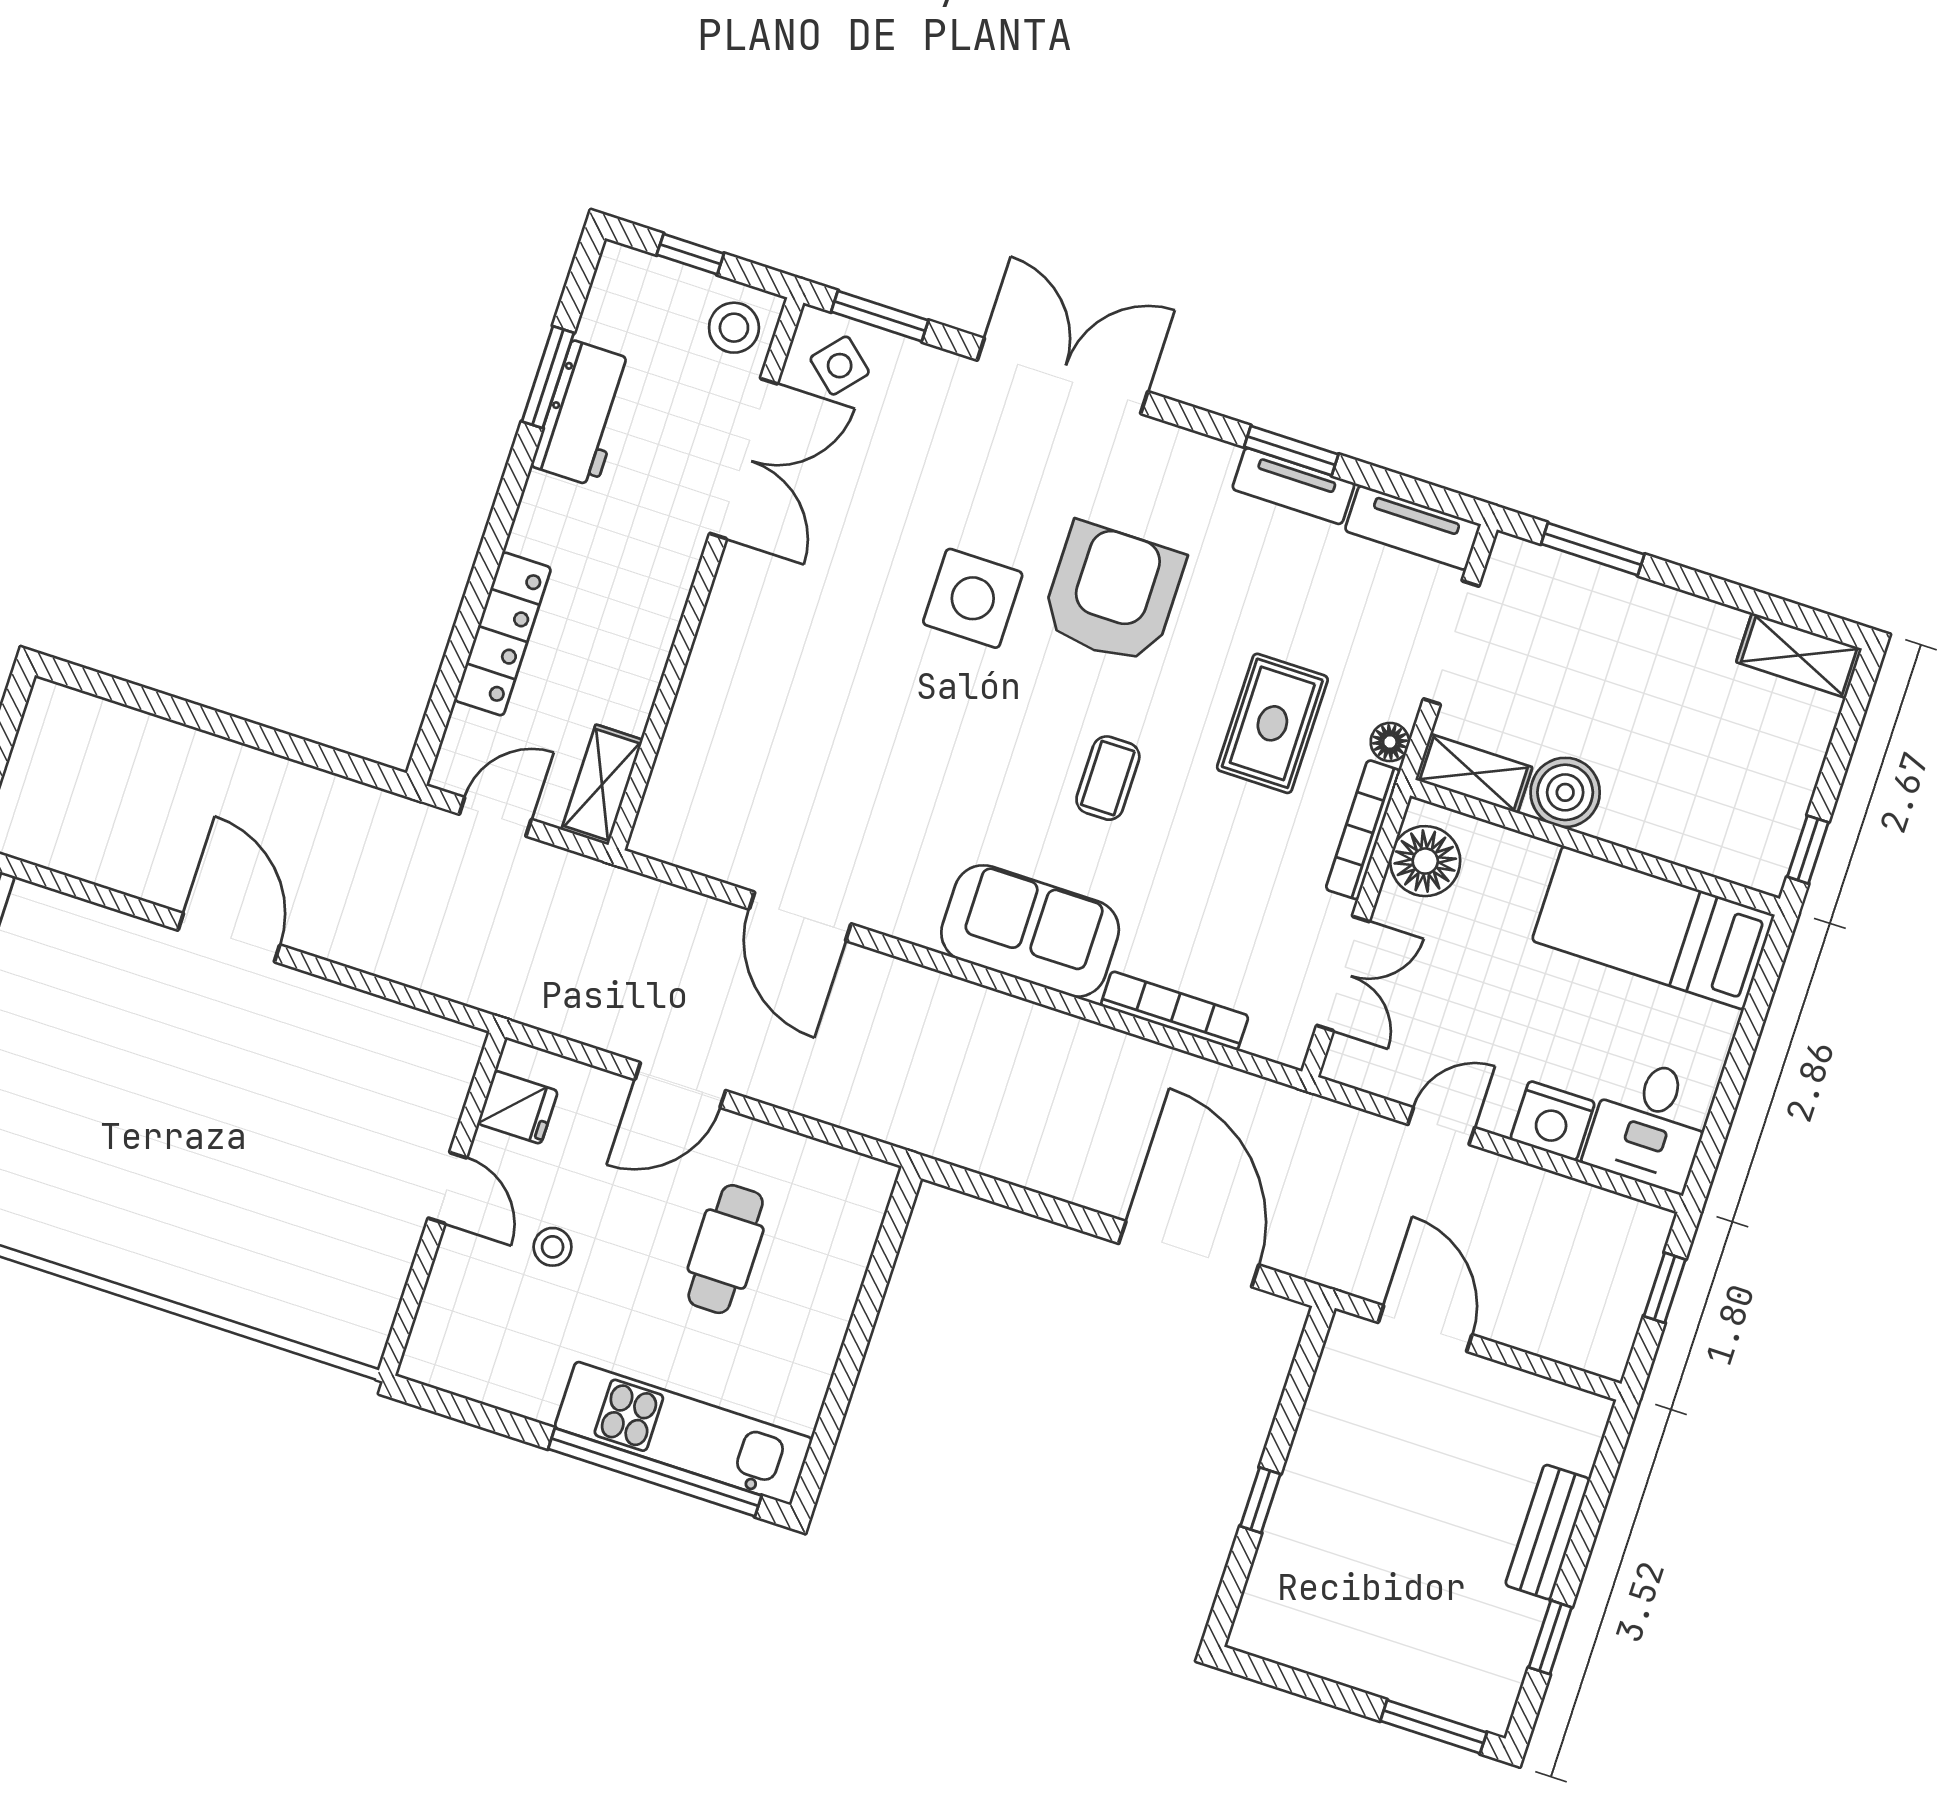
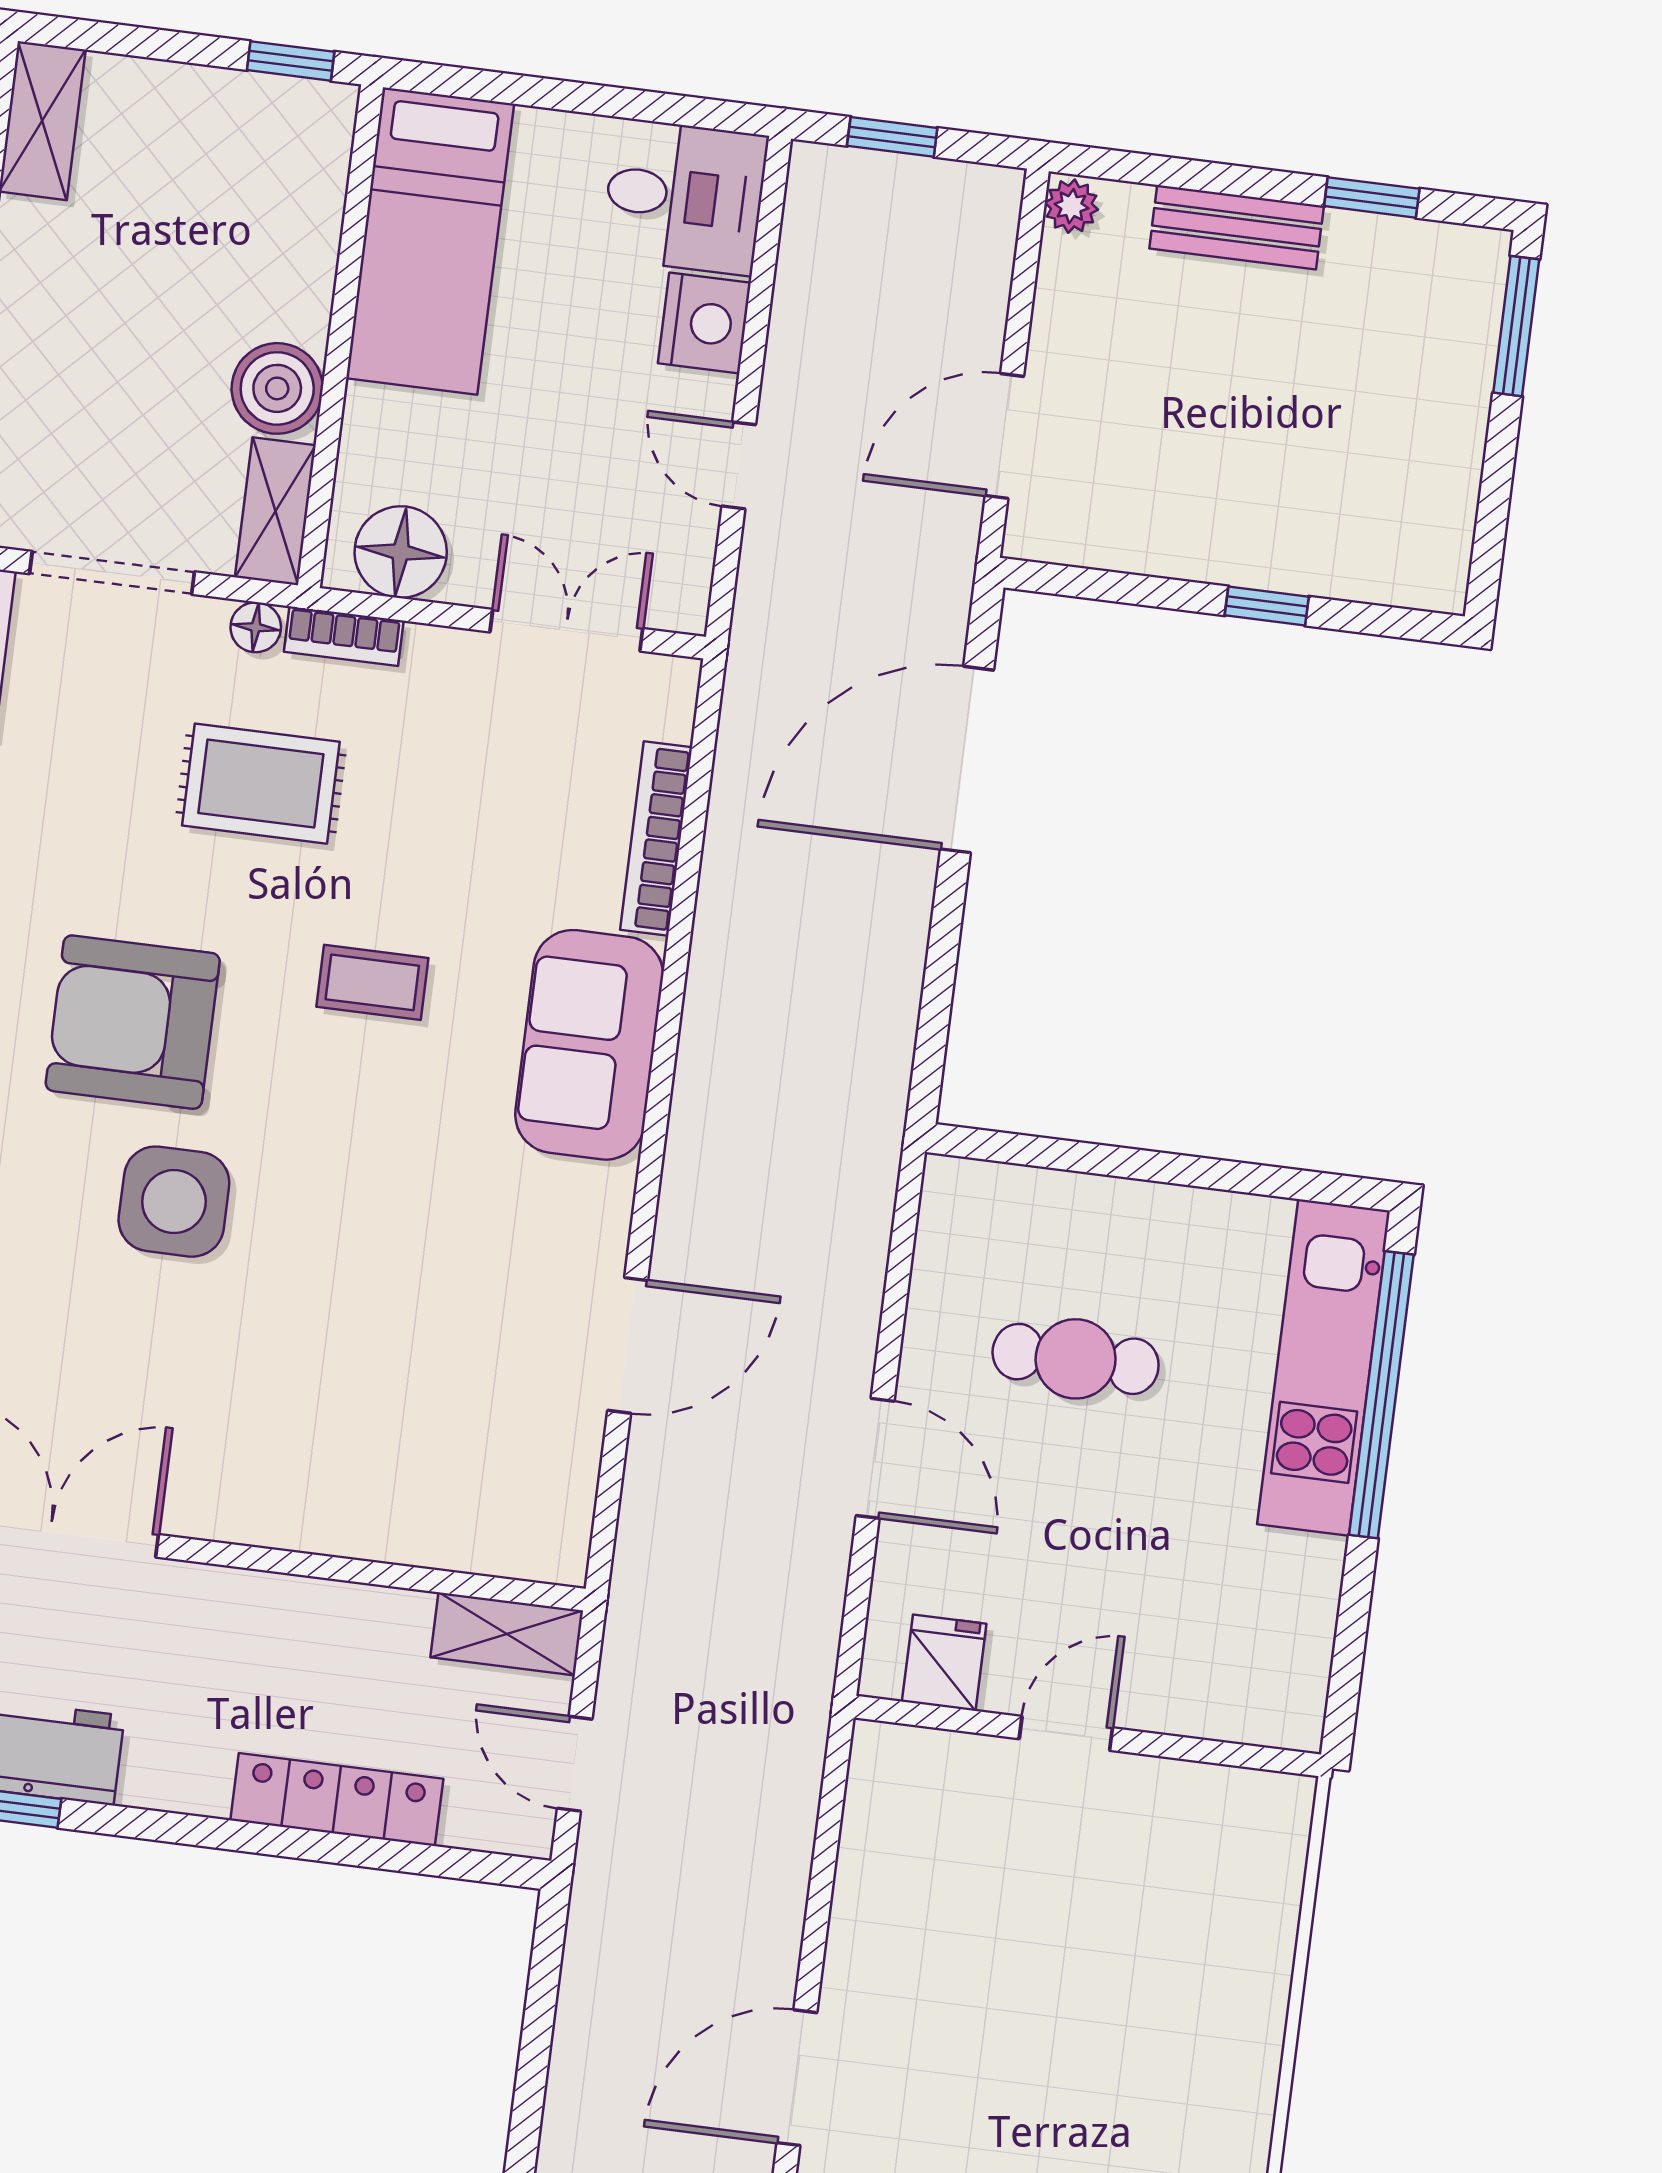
bookcase: (1363, 830) -> (344, 636), width x0.64
stool: (553, 1247) -> (1116, 1583), removed
plant: (1587, 1412) -> (1071, 206), added

